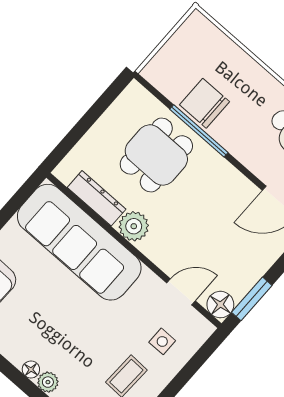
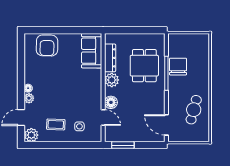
dining table: (156, 155) -> (144, 66), turned 90
sofa: (79, 242) -> (92, 51), width x0.54, depth x0.79
floor lamp: (220, 305) -> (111, 102), moved

